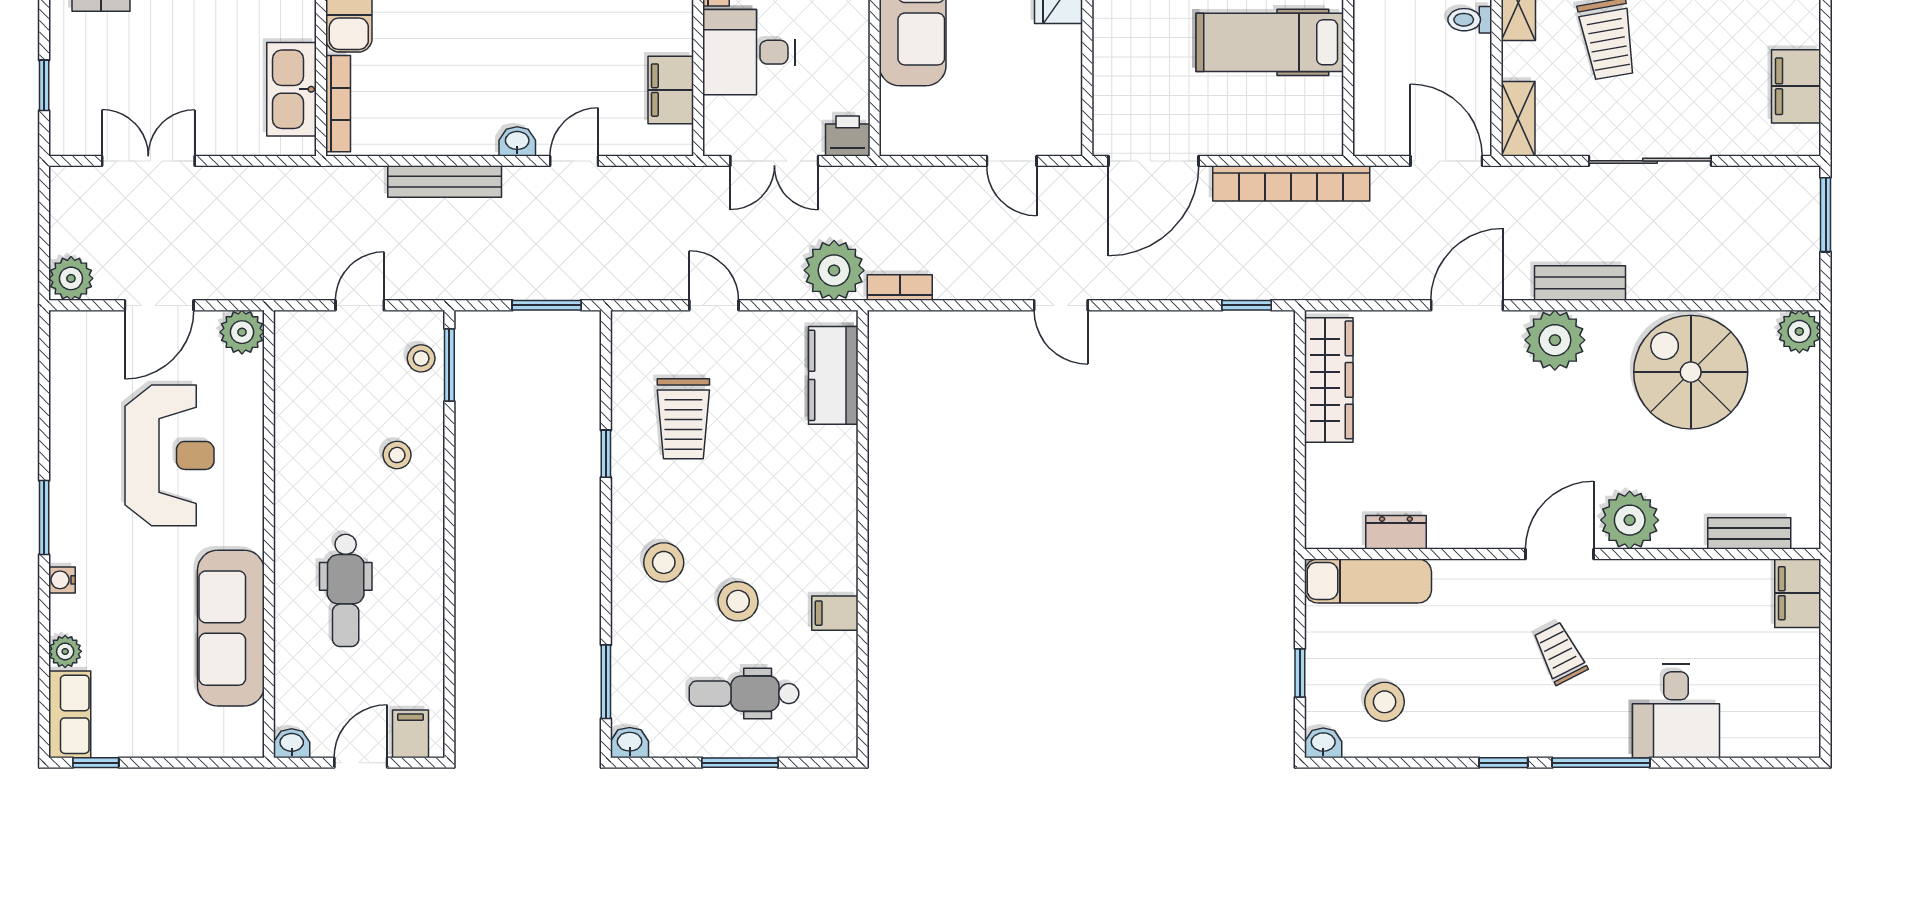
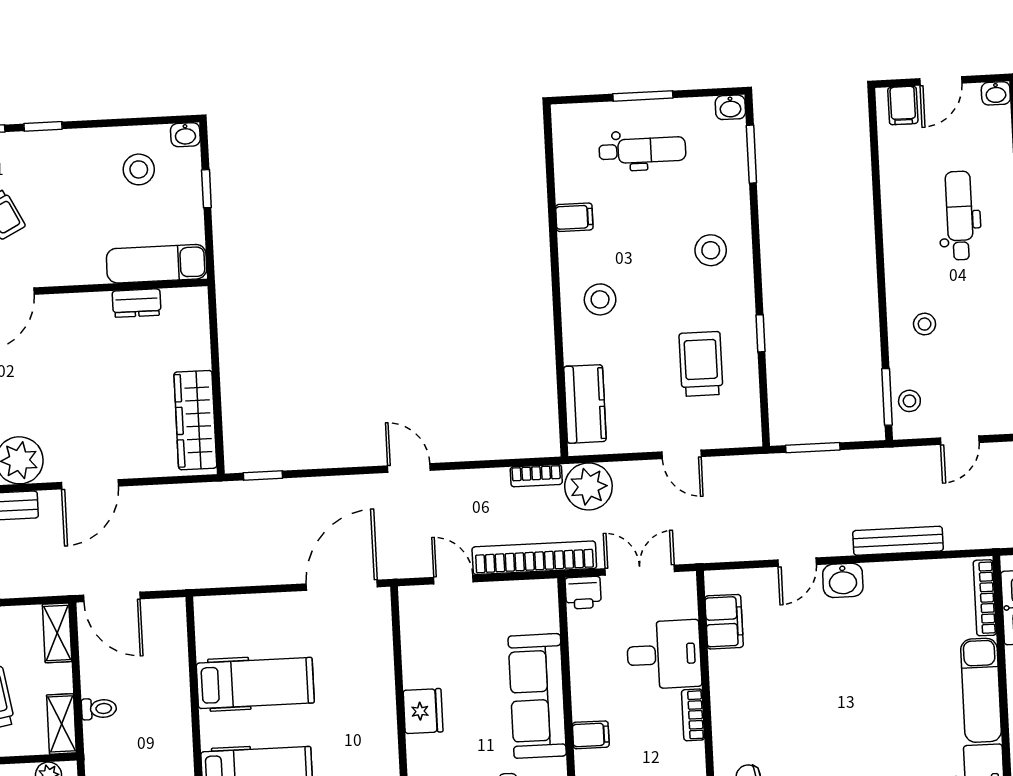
washbasin: (517, 141) -> (843, 580), width x1.38, depth x1.45
bookcase: (1291, 183) -> (534, 558), moved
stool: (738, 601) -> (600, 299), moved

